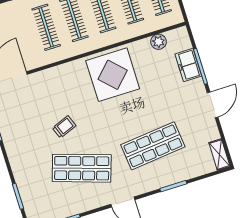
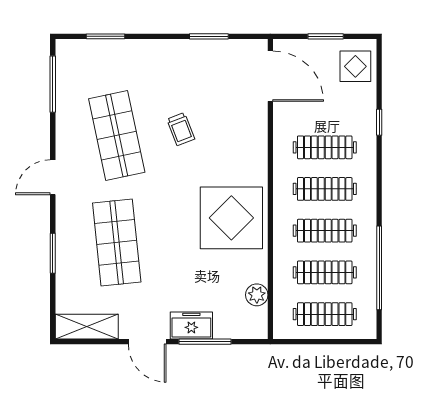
freezer: (188, 65) -> (191, 326), moved
shelving: (219, 155) -> (87, 327), width x1.50, depth x1.33
shop shelf: (82, 168) -> (117, 135), turned -30

